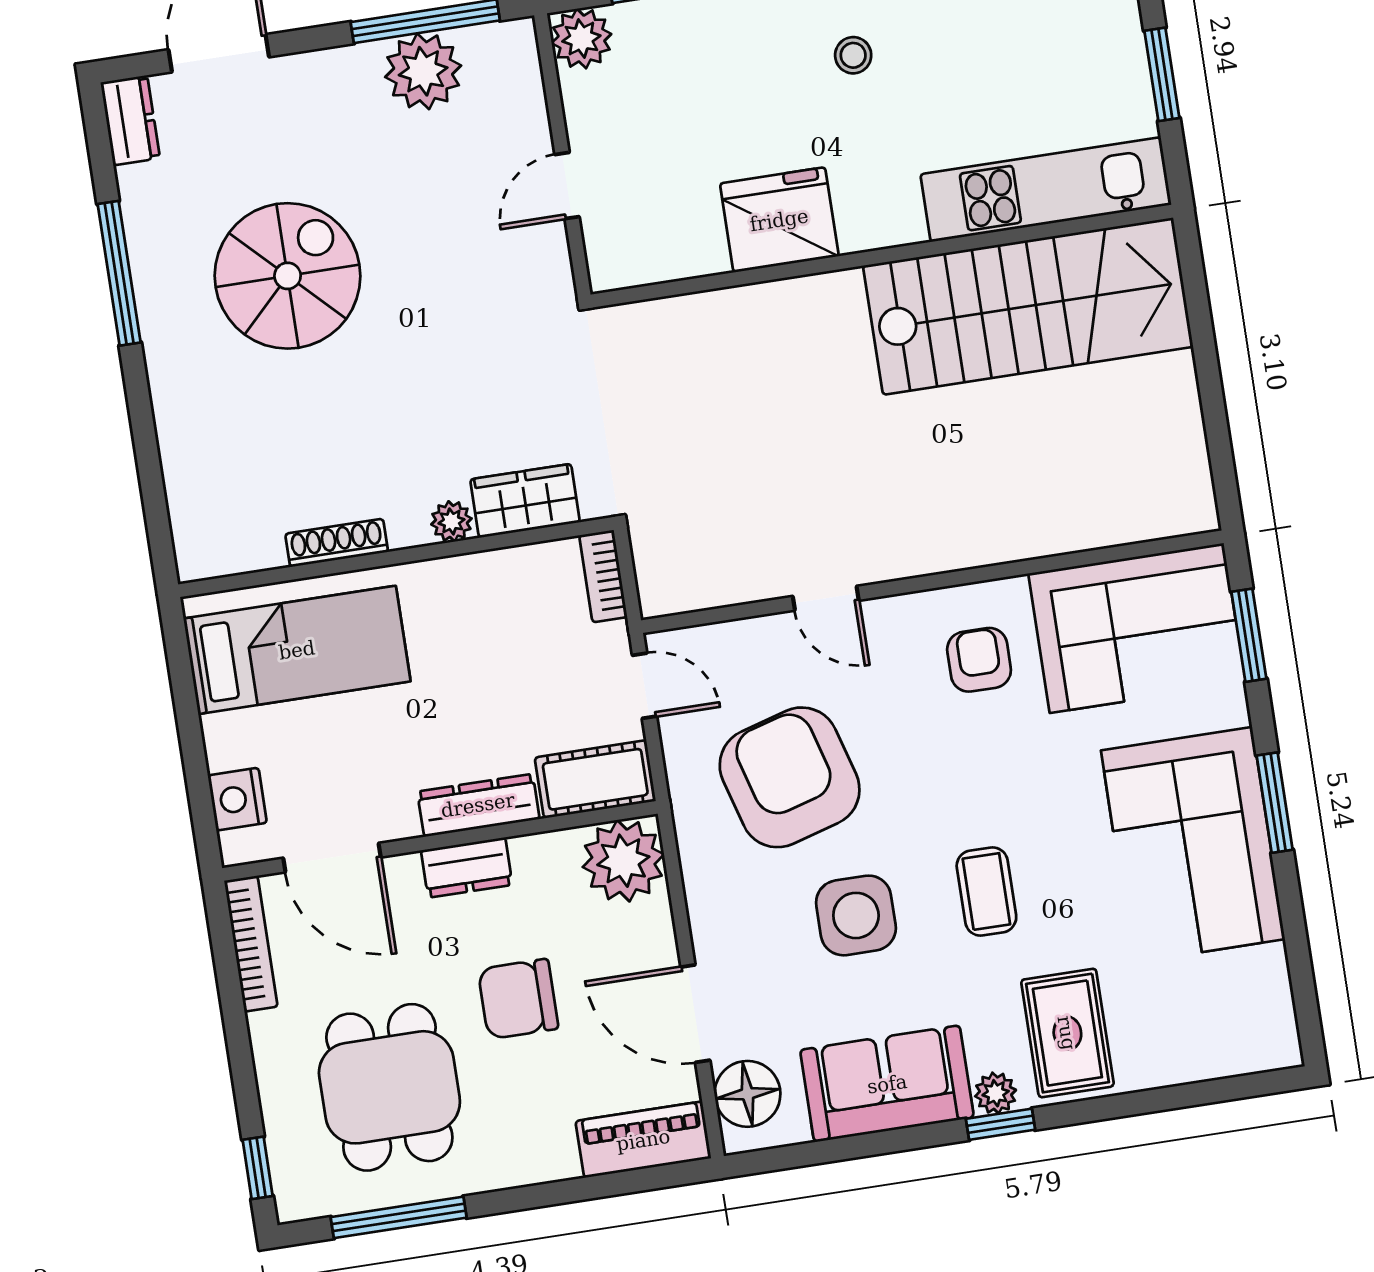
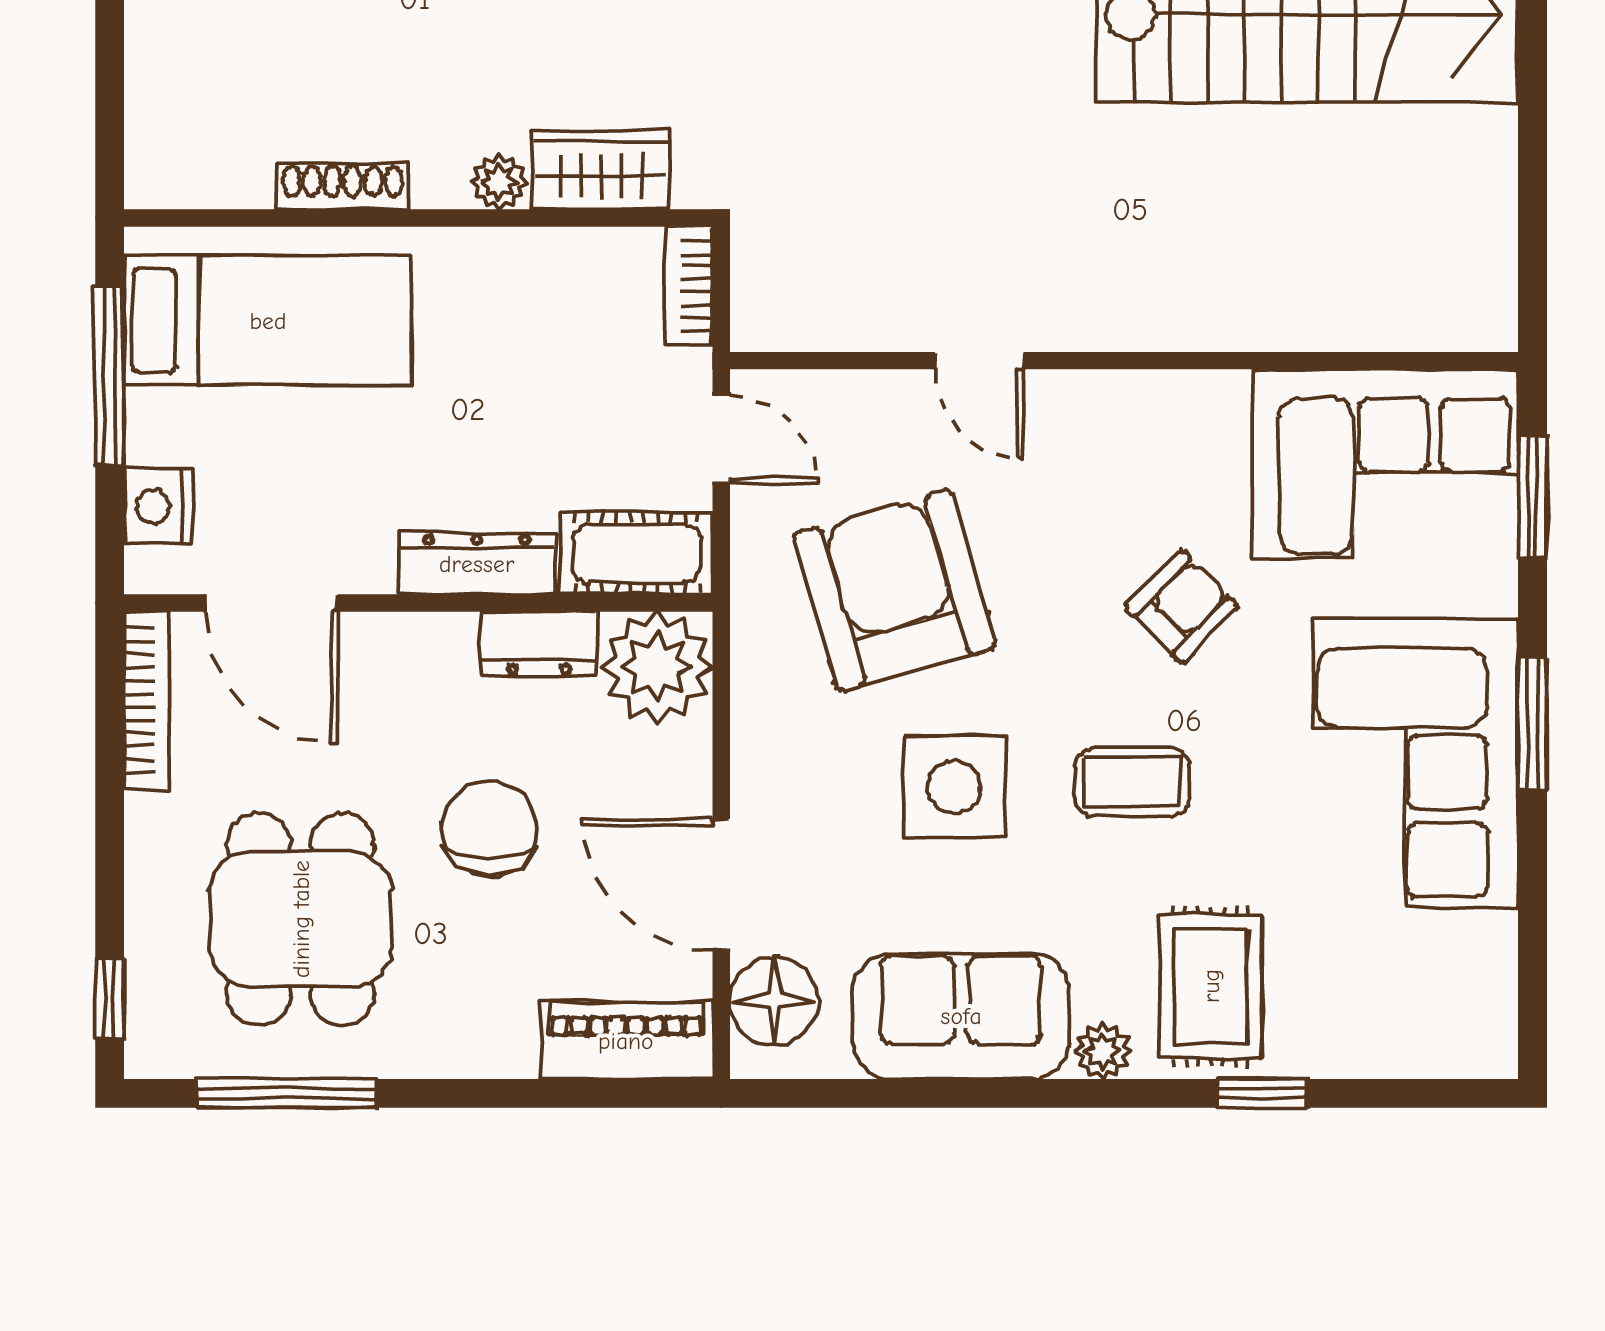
armchair: (979, 660) -> (1182, 607), moved, turned 45
window: (187, 709) -> (110, 376), added
dresser: (467, 868) -> (539, 644), moved
coffee table: (986, 892) -> (1132, 782), turned 90
chair: (518, 999) -> (489, 828), turned 90
window: (1000, 1124) -> (1262, 1093), moved

